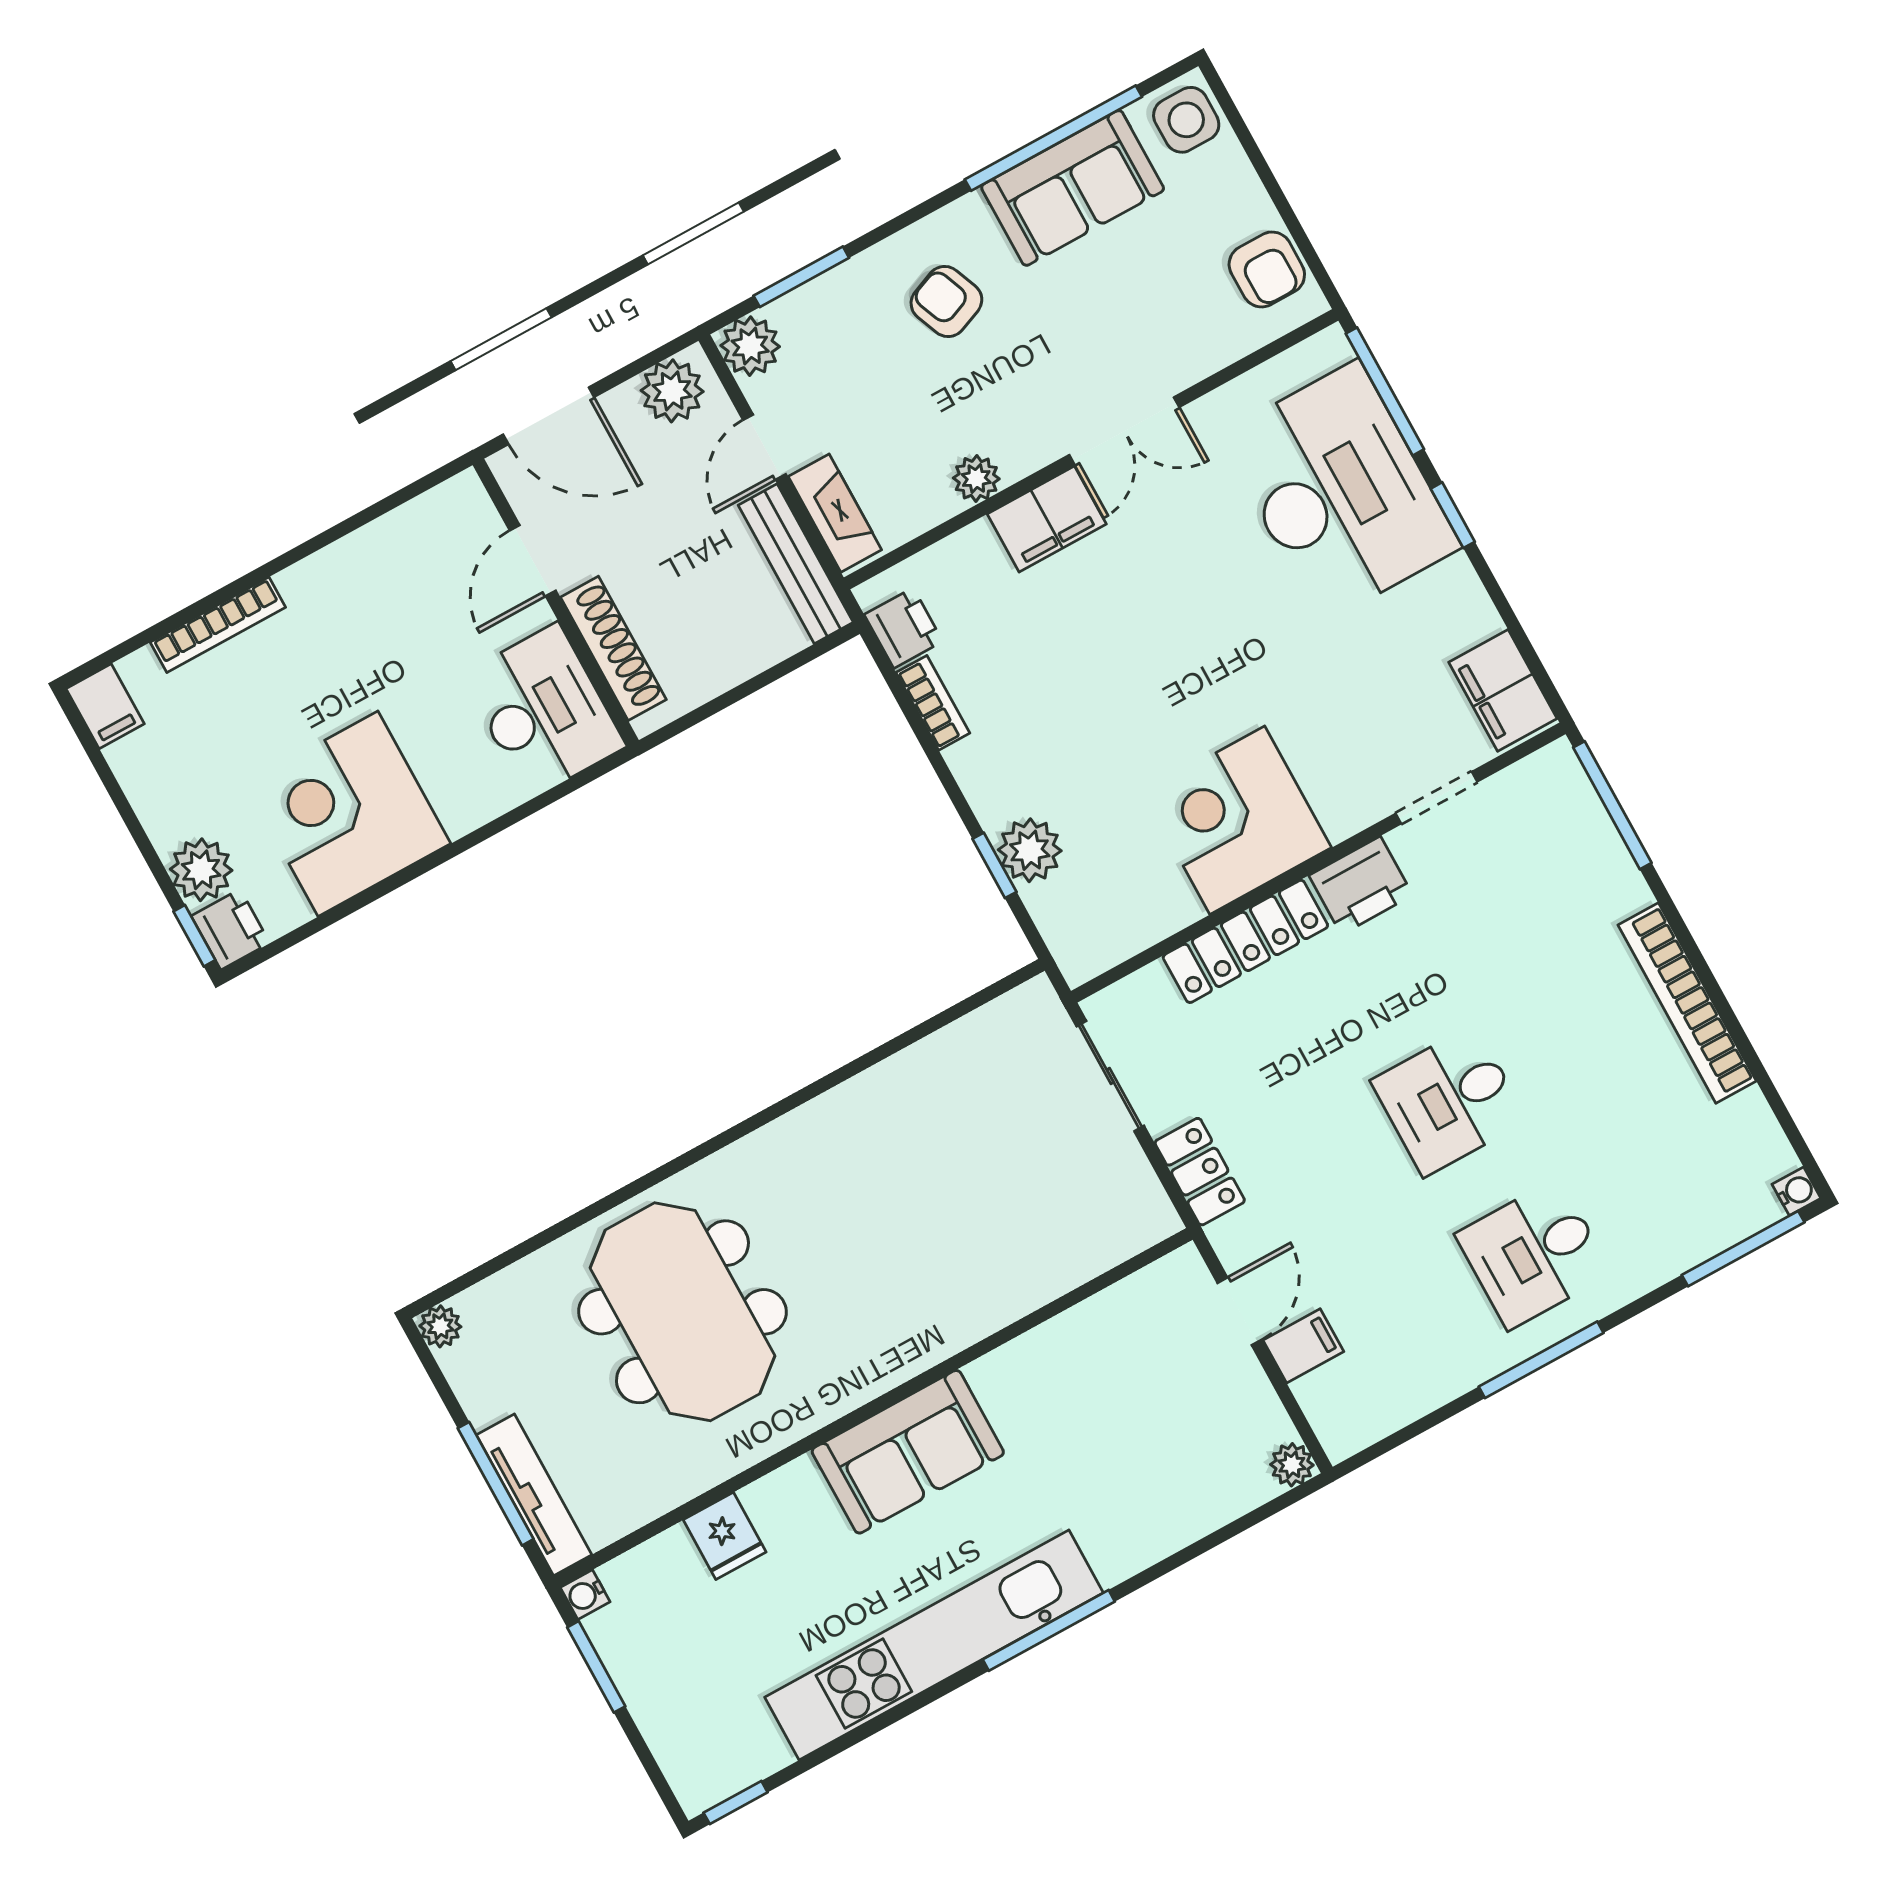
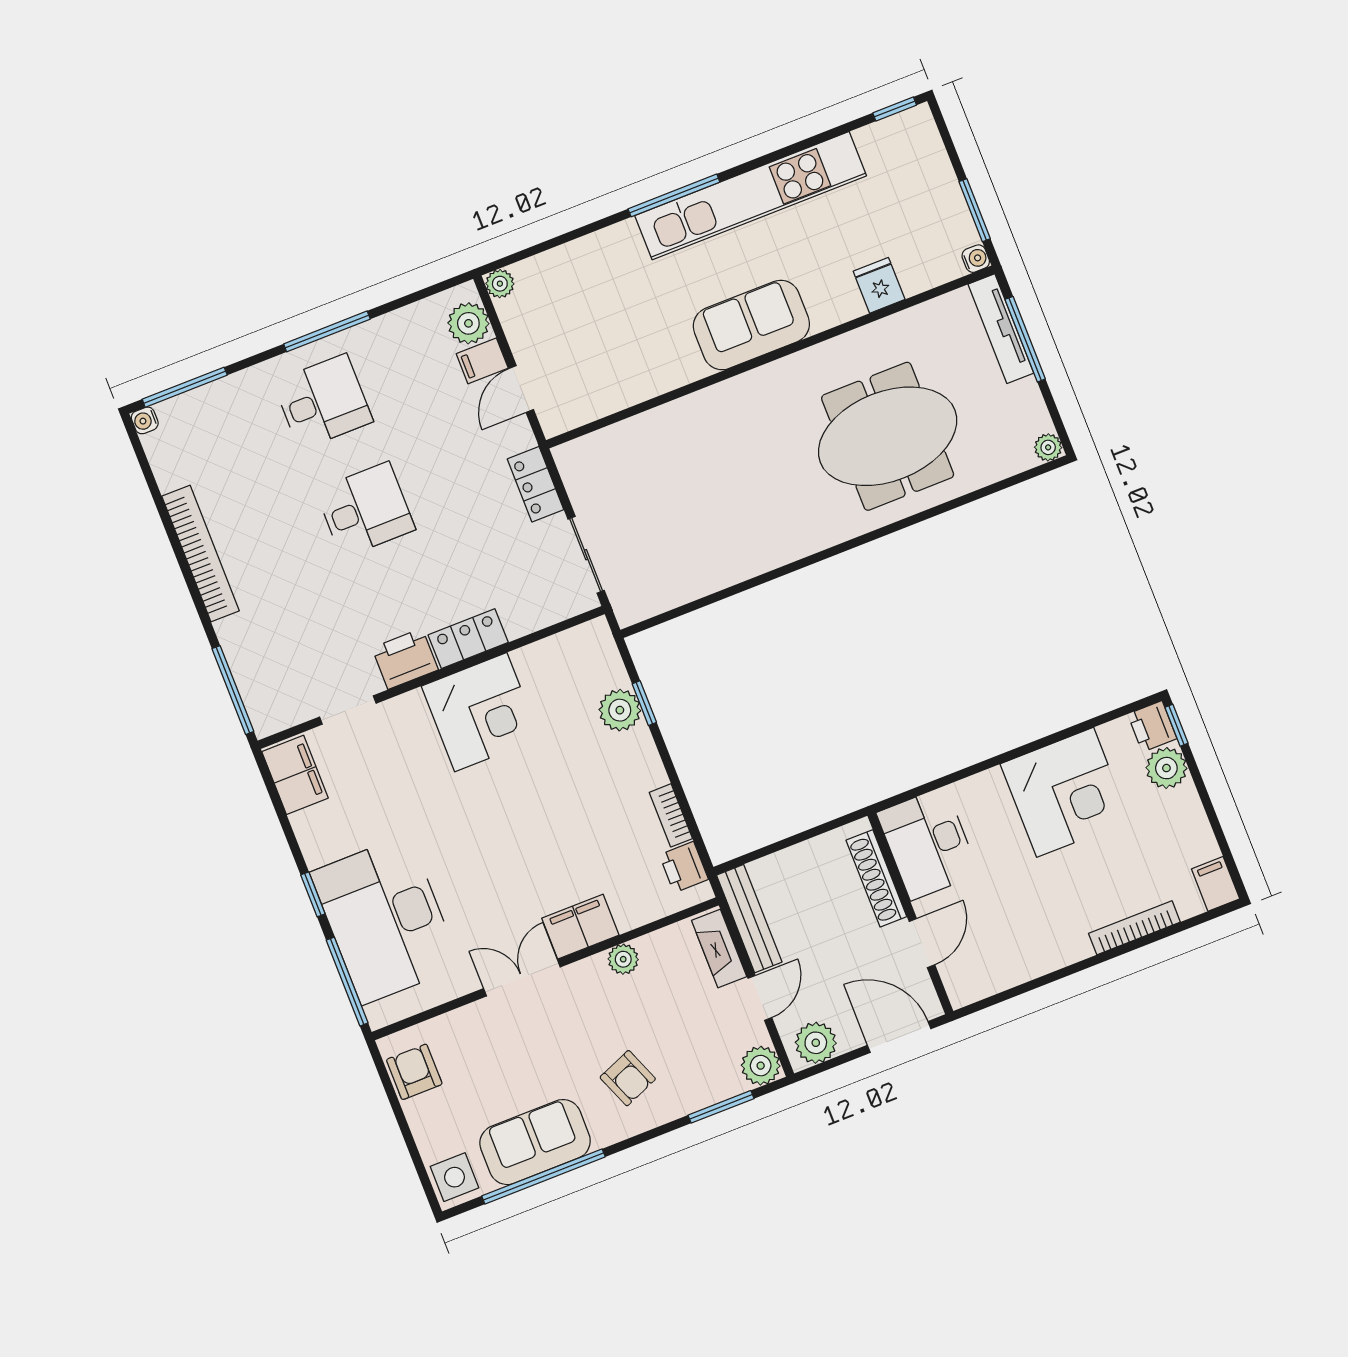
locker: (1245, 941) -> (468, 639), width x0.66
meeting table: (682, 1312) -> (888, 436), turned 90
plant: (1331, 1399) -> (468, 323), added

